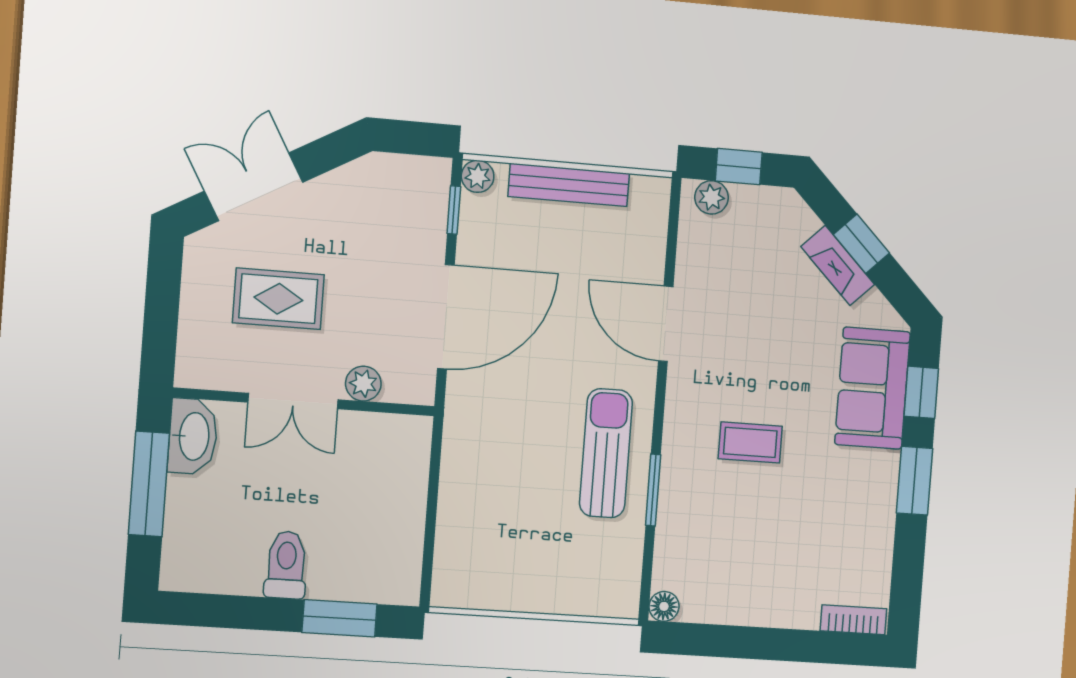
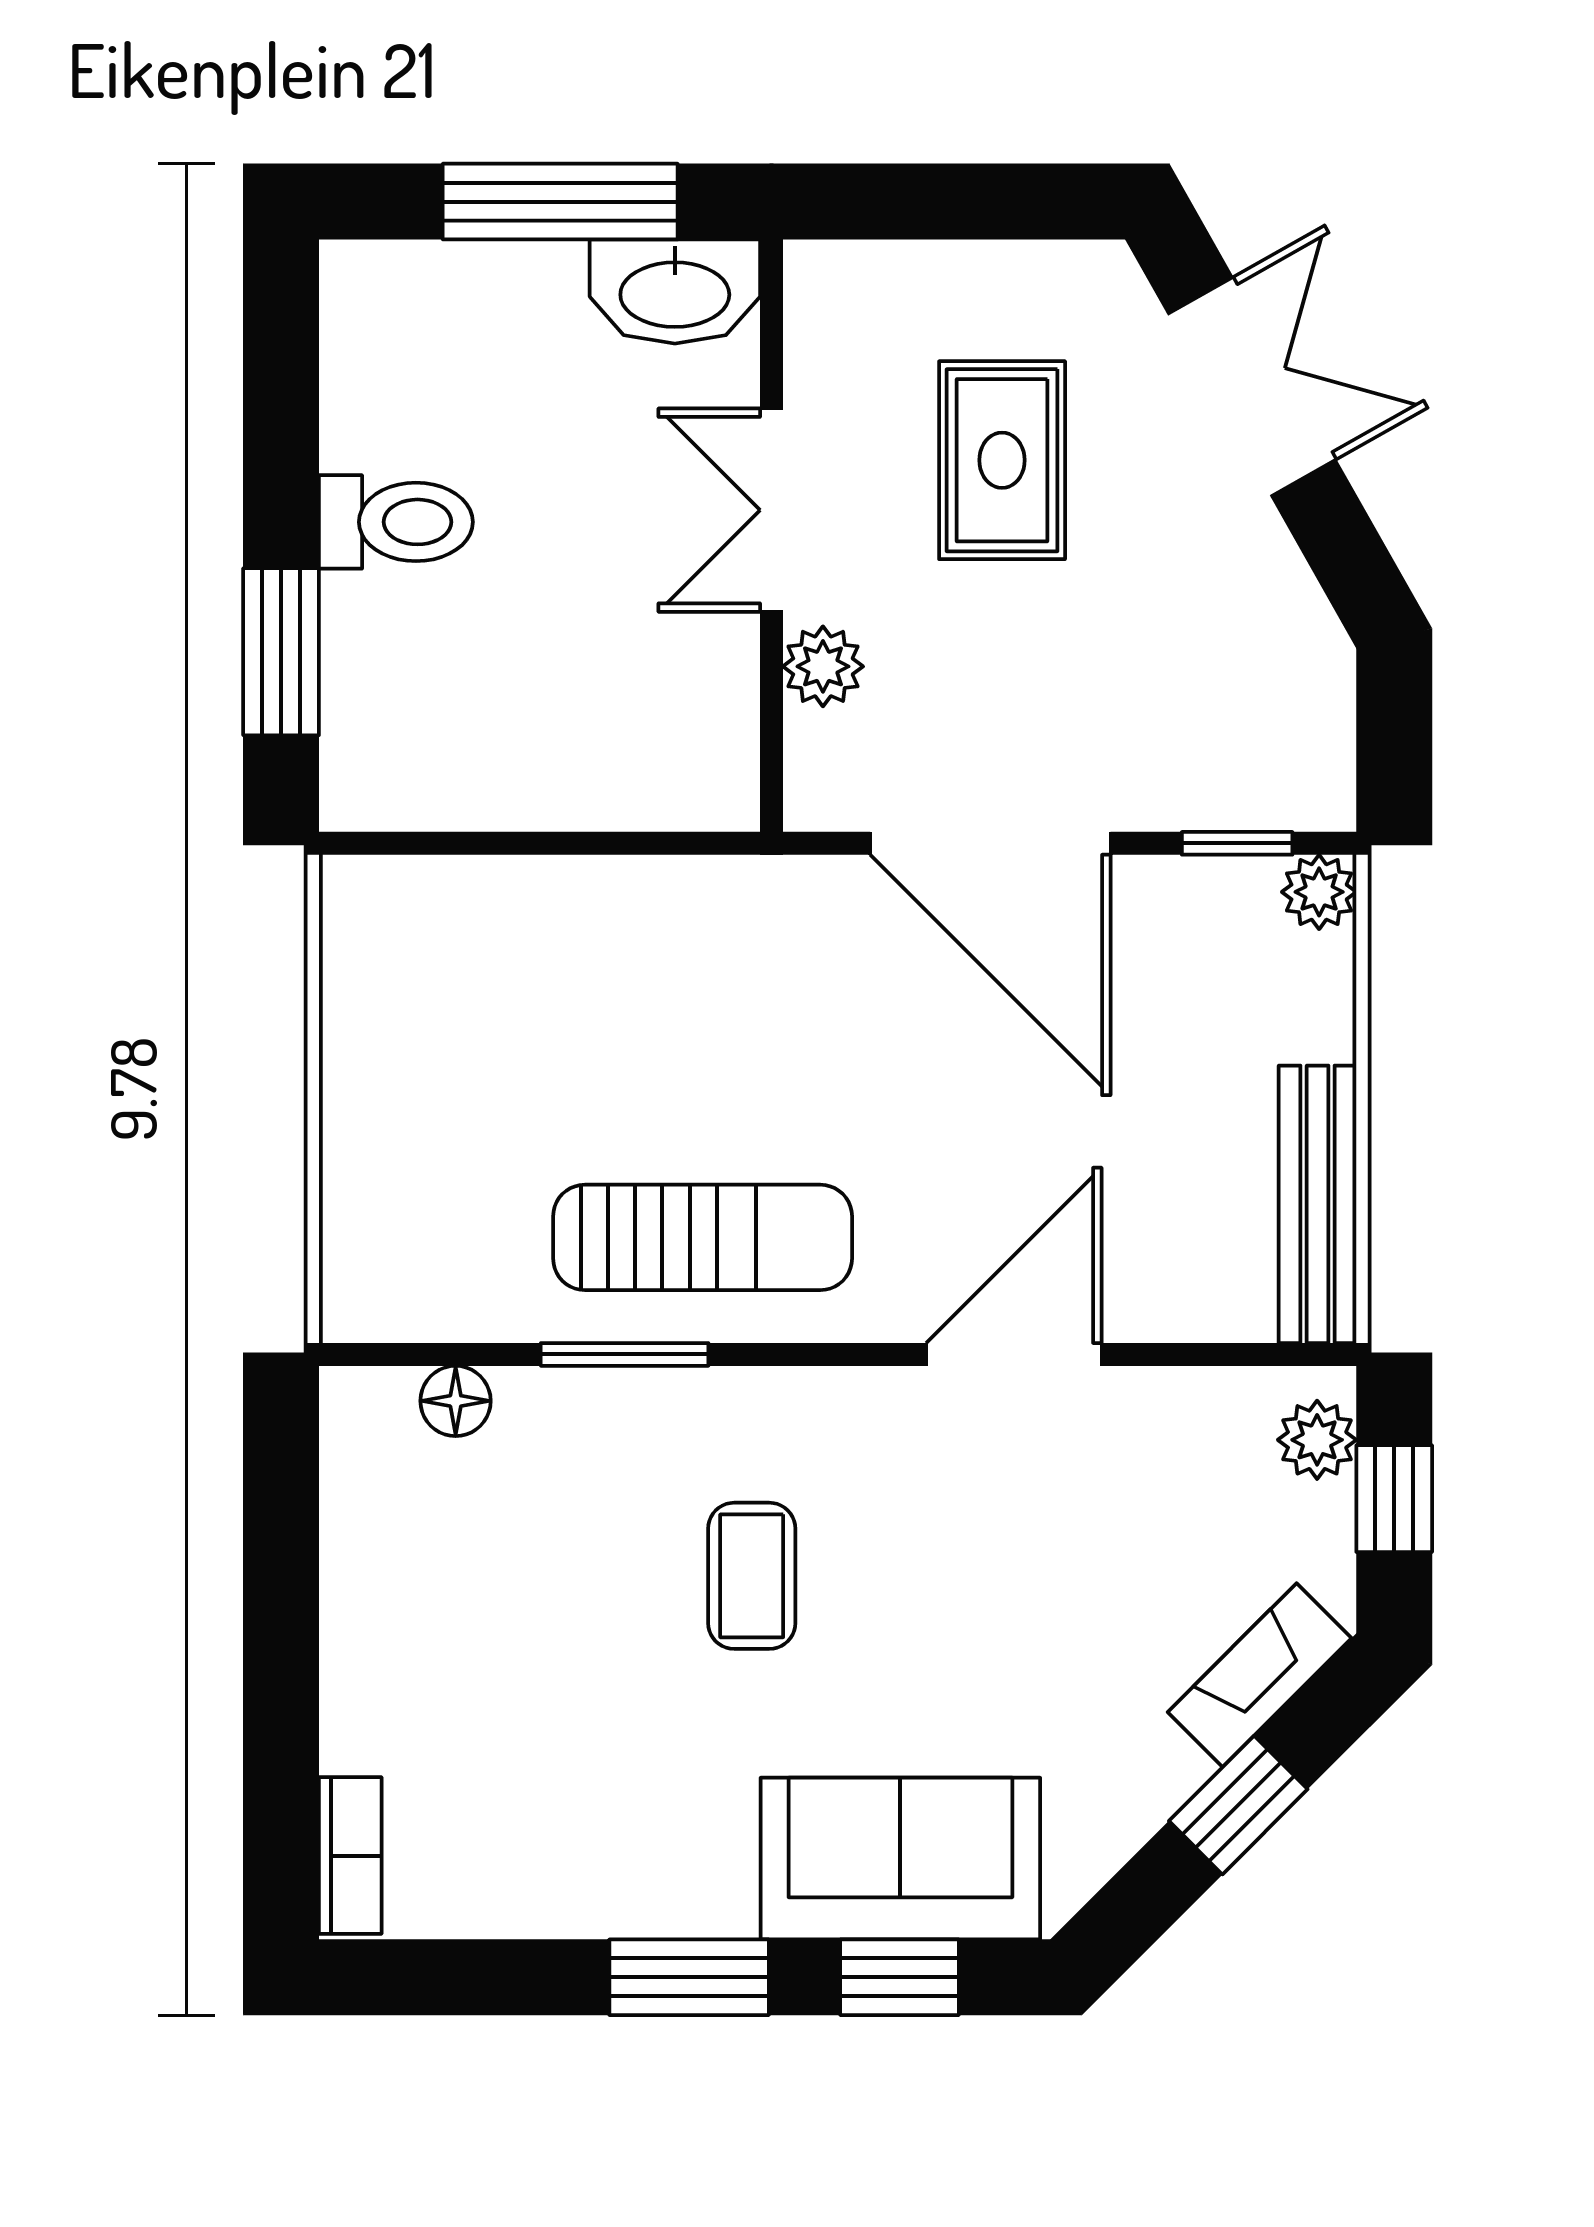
bench: (569, 185) -> (1318, 1204), moved
fireplace: (838, 266) -> (1260, 1675), moved
floor lamp: (664, 606) -> (456, 1401), moved

